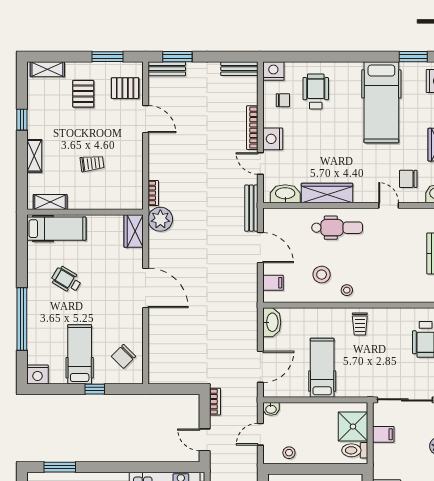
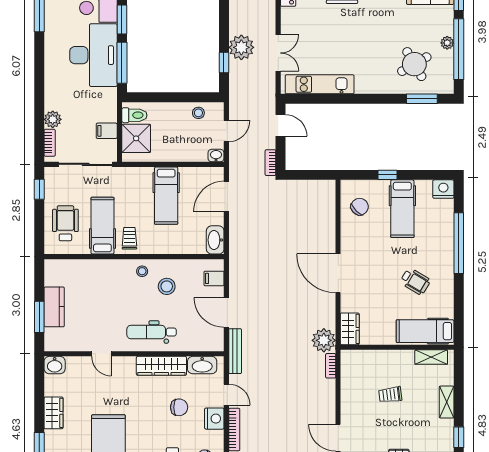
chair: (408, 179) -> (179, 407), moved
hospital bed: (388, 337) -> (102, 226), added

